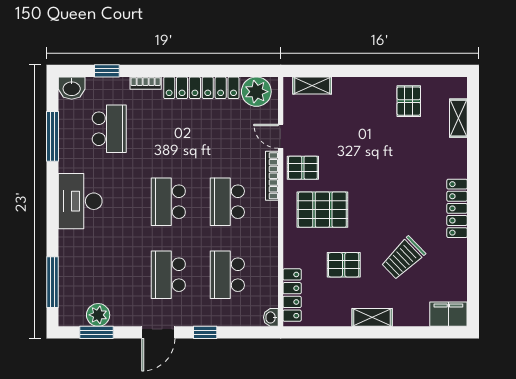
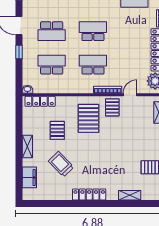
shelving: (458, 118) -> (130, 195), moved
school desk: (168, 275) -> (52, 31), turned 180
filing cabinet: (448, 314) -> (29, 177), moved

